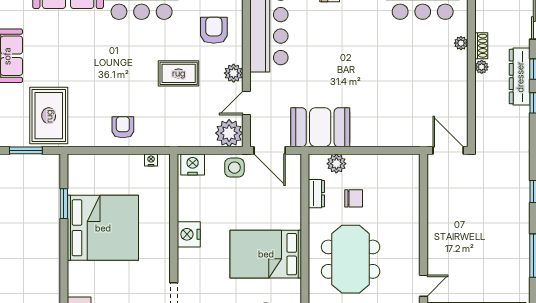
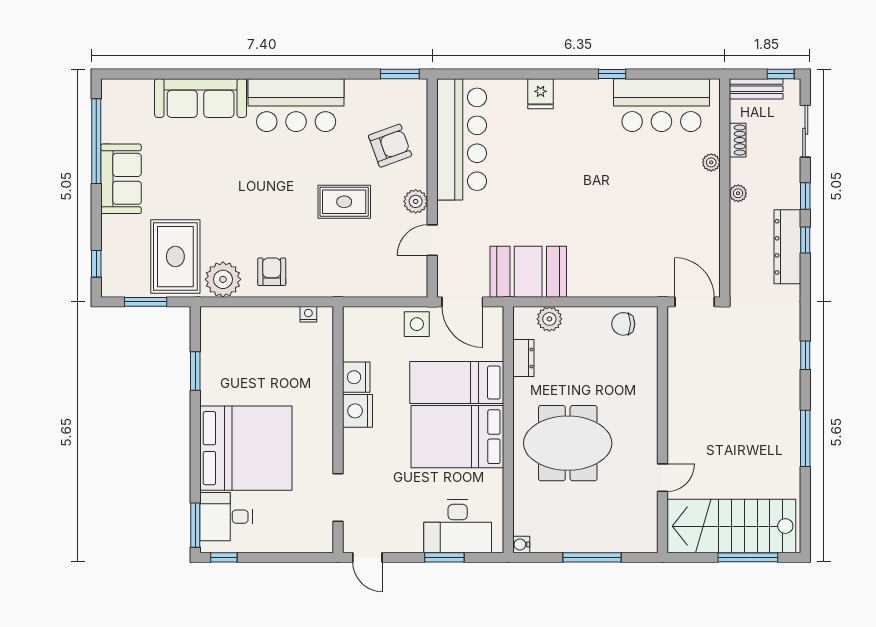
armchair: (214, 30) -> (390, 146), turned 70
shoe rack: (481, 46) -> (738, 140), moved
dresser: (520, 77) -> (787, 247), moved
plant: (229, 133) -> (223, 279), moved
nightstand: (193, 165) -> (356, 377), moved, turned -90
chair: (354, 198) -> (623, 324), moved, turned 180
bed: (265, 212) -> (457, 383), added
bed: (103, 228) -> (246, 448), moved
meeting table: (351, 259) -> (568, 443), turned 90

